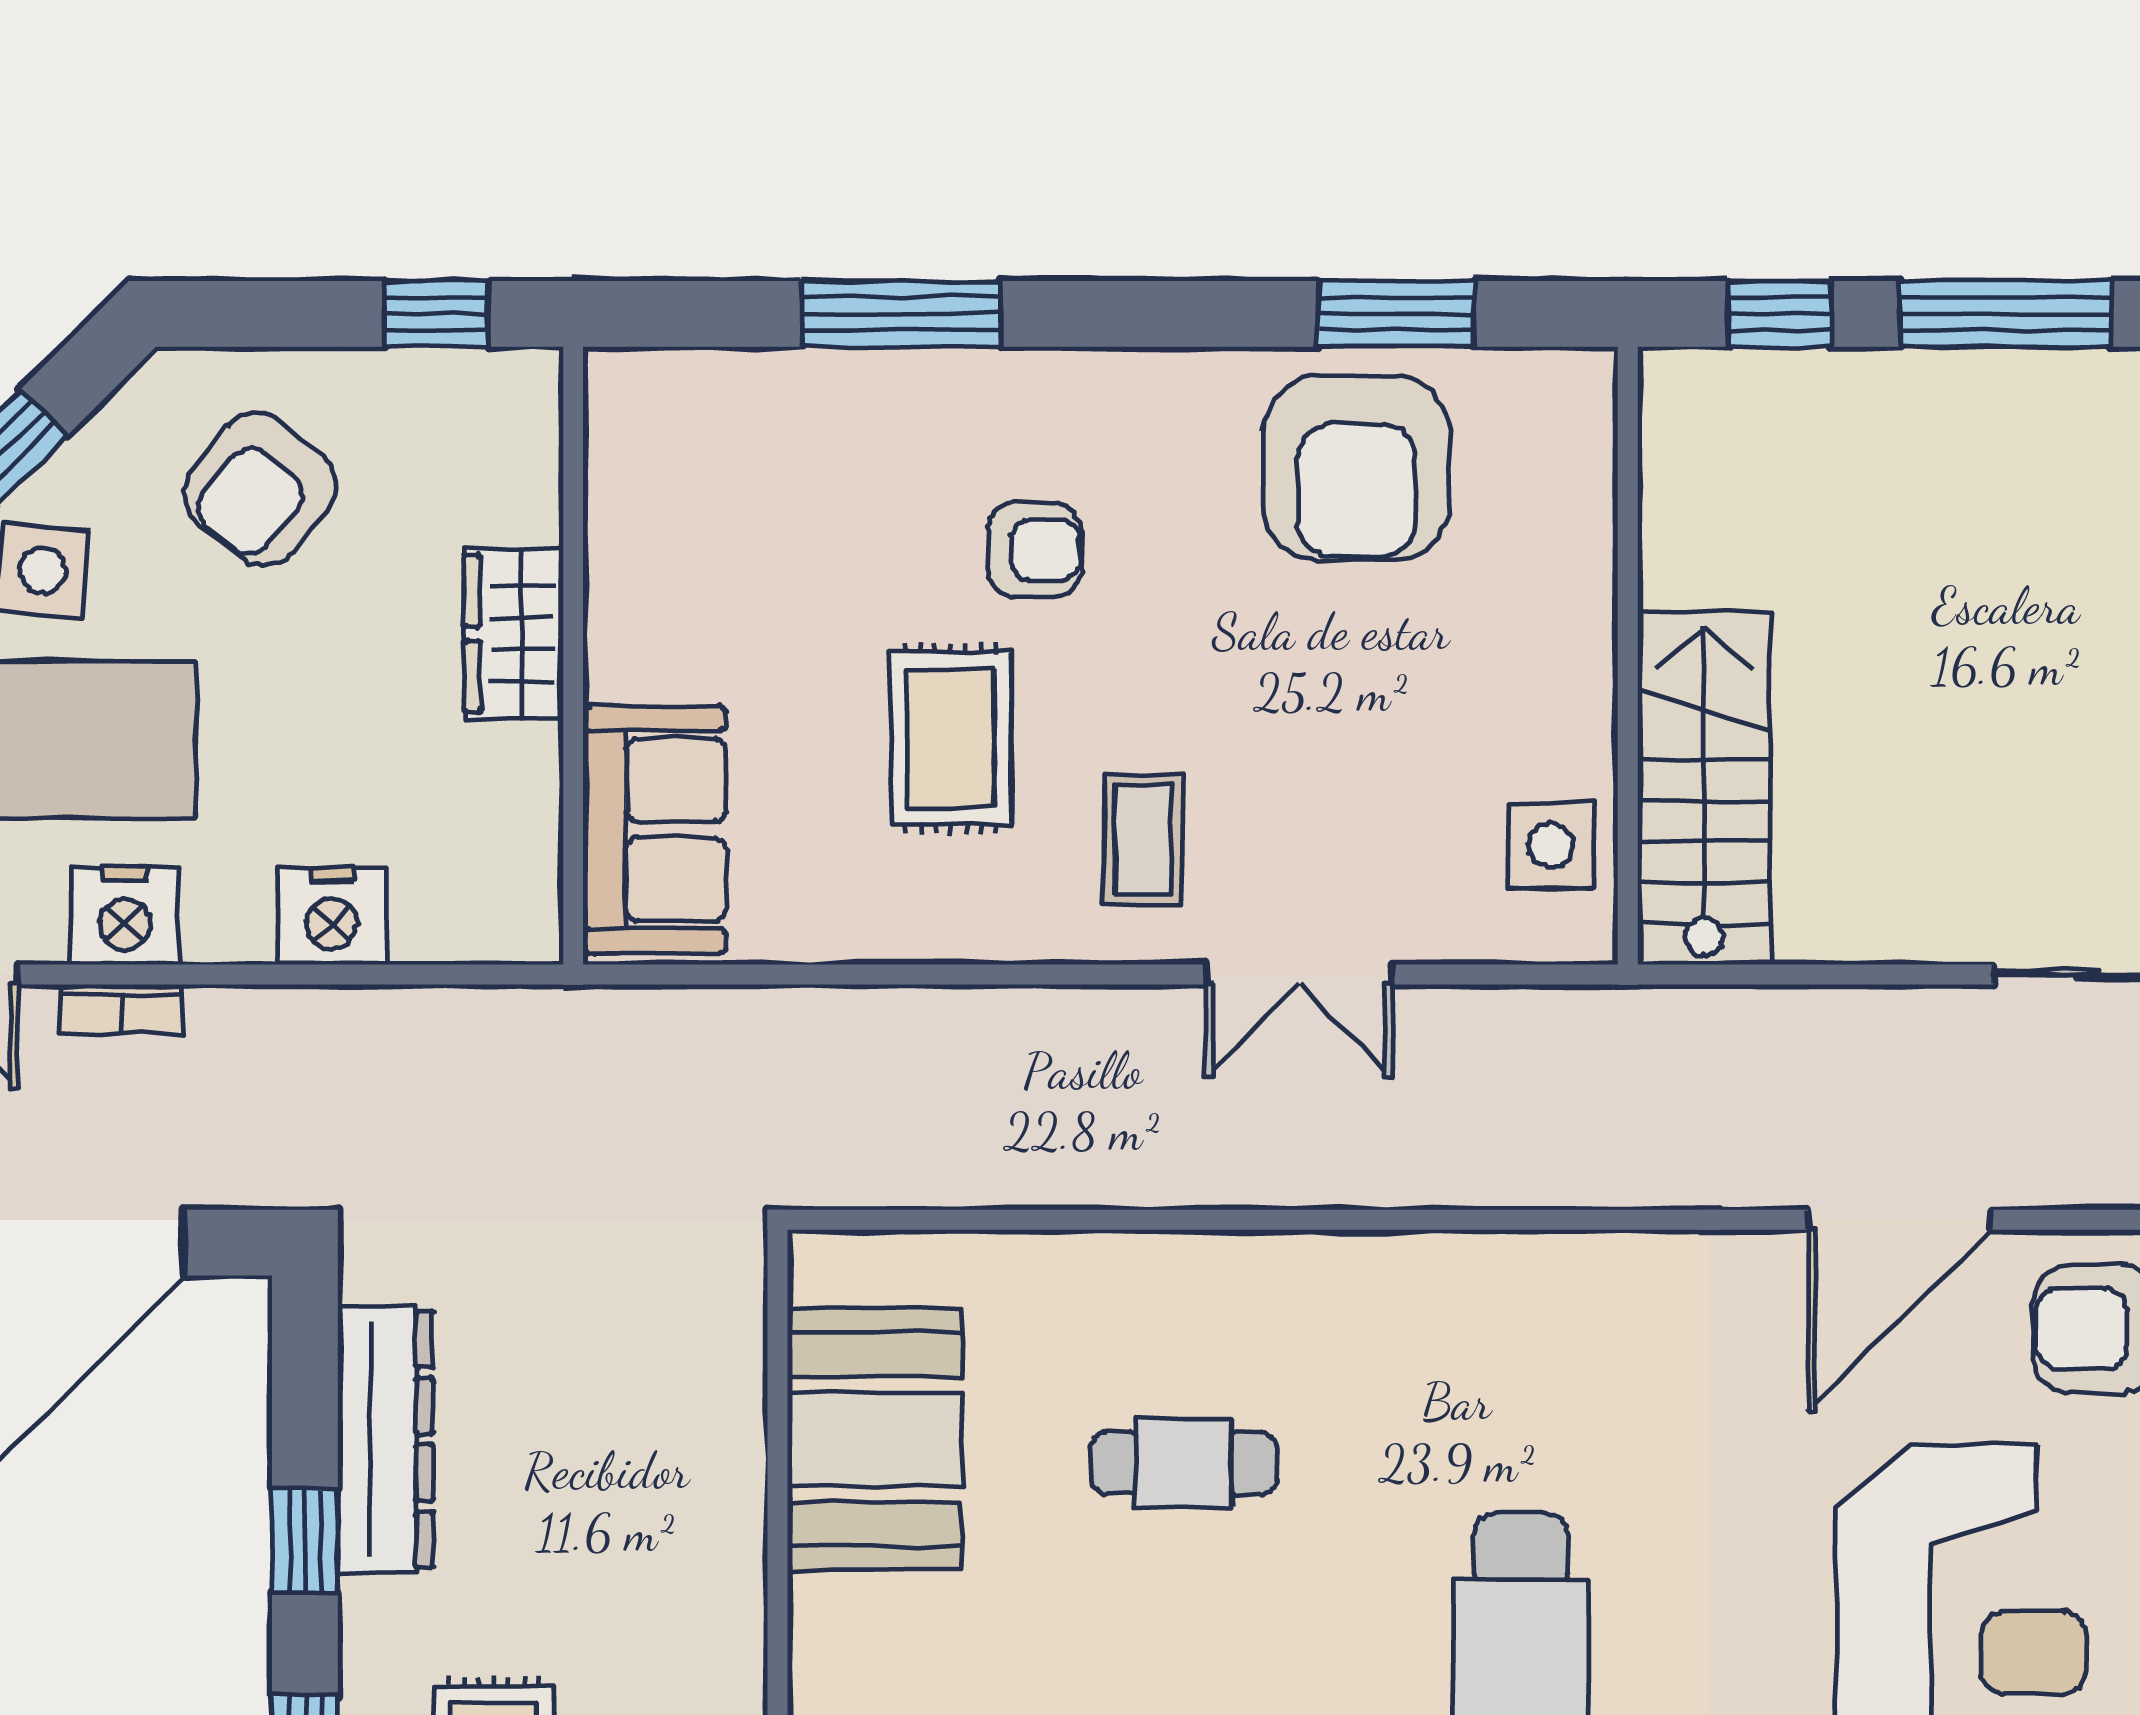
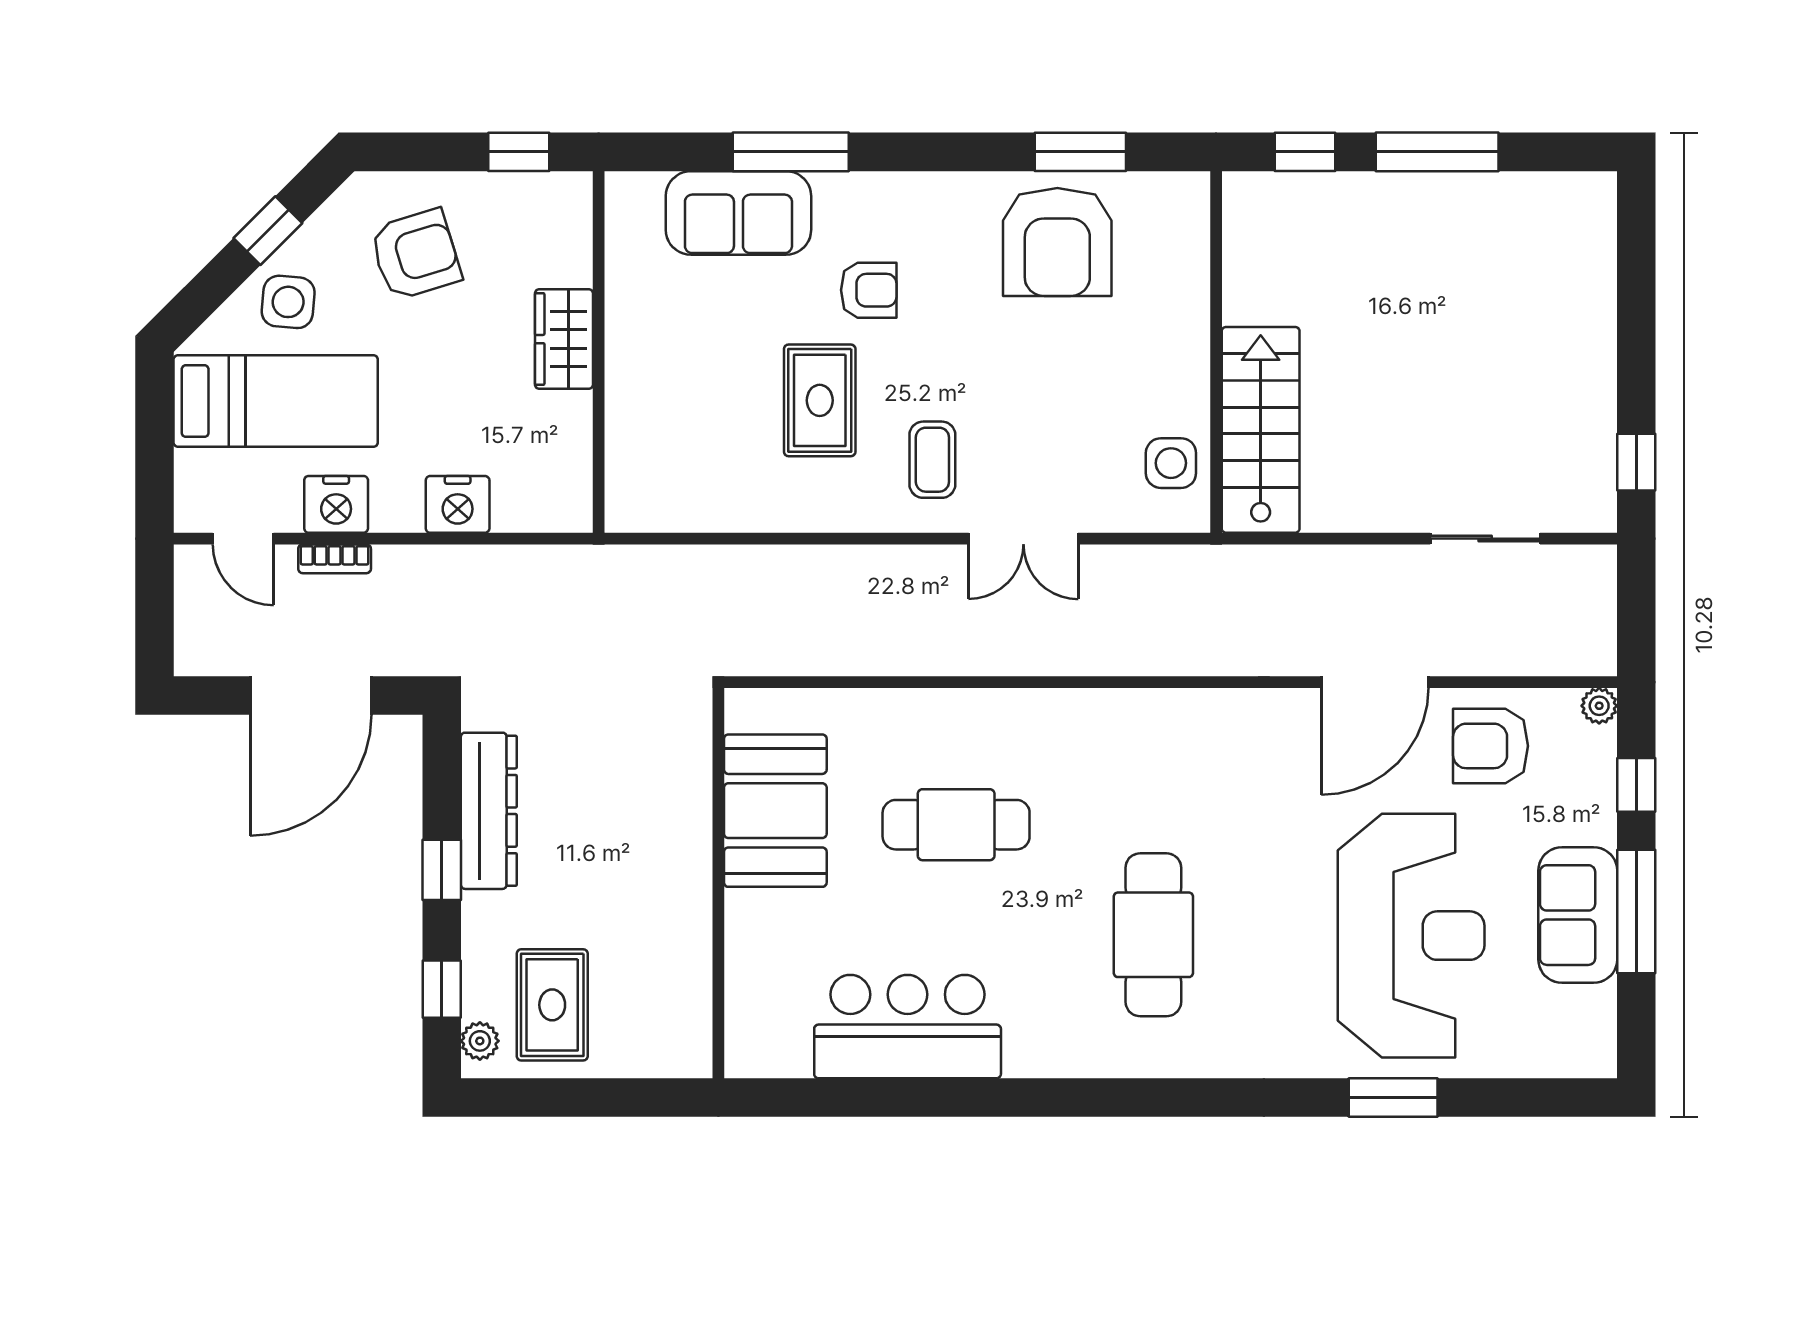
armchair: (260, 489) -> (415, 255), turned -146
sofa: (655, 829) -> (738, 213), moved, turned 90
cafe table: (1184, 1463) -> (956, 825), width x1.37, depth x1.35

